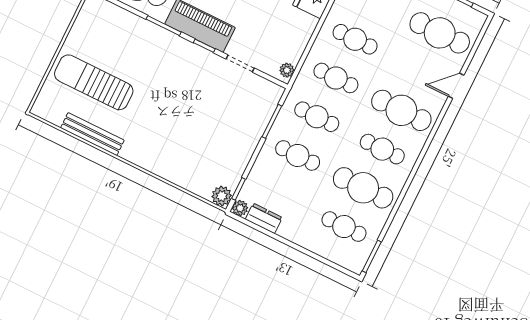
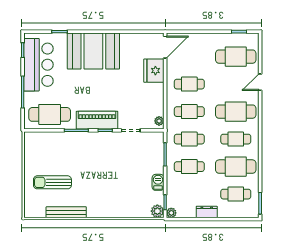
sun lounger: (94, 82) -> (52, 182), width x0.73, depth x0.75
barbecue: (243, 156) -> (158, 182), added
dresser: (264, 218) -> (207, 212), moved

